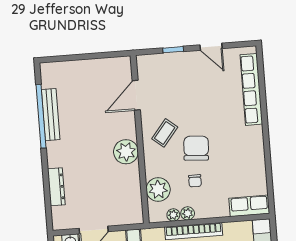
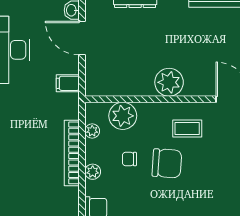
coffee table: (165, 133) -> (187, 129), turned -39
plant: (188, 213) -> (93, 172), moved

